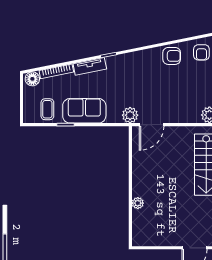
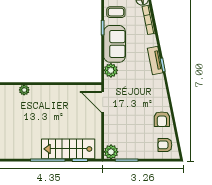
tv unit: (90, 66) -> (155, 61), moved
plant: (130, 115) -> (111, 70), moved
plant: (138, 203) -> (24, 90), moved

